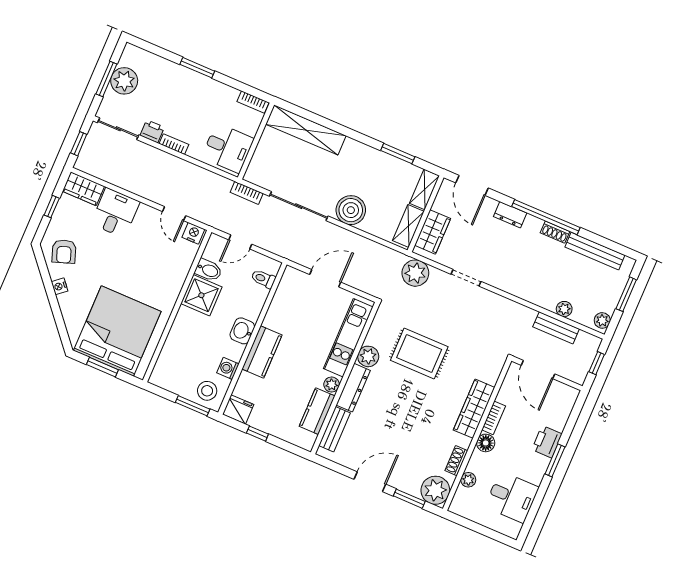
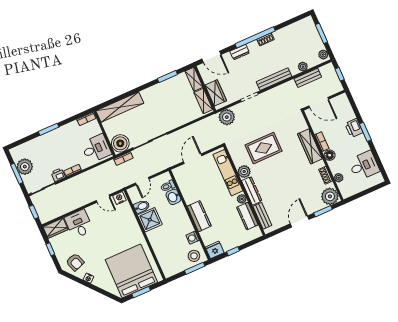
boiler: (351, 210) -> (120, 143), moved
bench: (595, 251) -> (274, 79), moved
washbasin: (242, 331) -> (173, 197), moved

